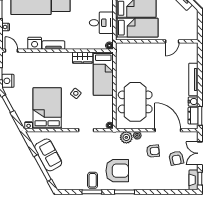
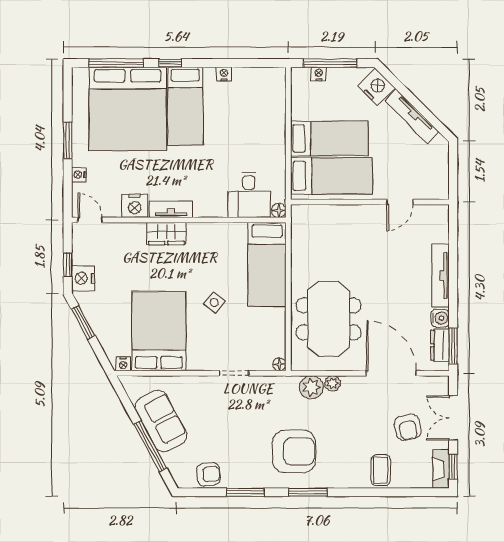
desk: (101, 23) -> (249, 195), moved, turned 90
wardrobe: (83, 58) -> (166, 234), moved
armchair: (153, 151) -> (209, 474), moved
coffee table: (93, 180) -> (381, 470), moved

